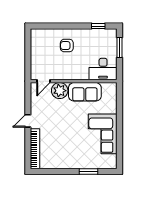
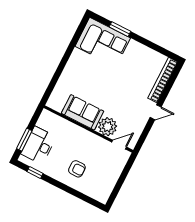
desk: (103, 69) -> (39, 145), moved, turned -90
corner sofa: (103, 134) -> (103, 42), moved, turned 90

